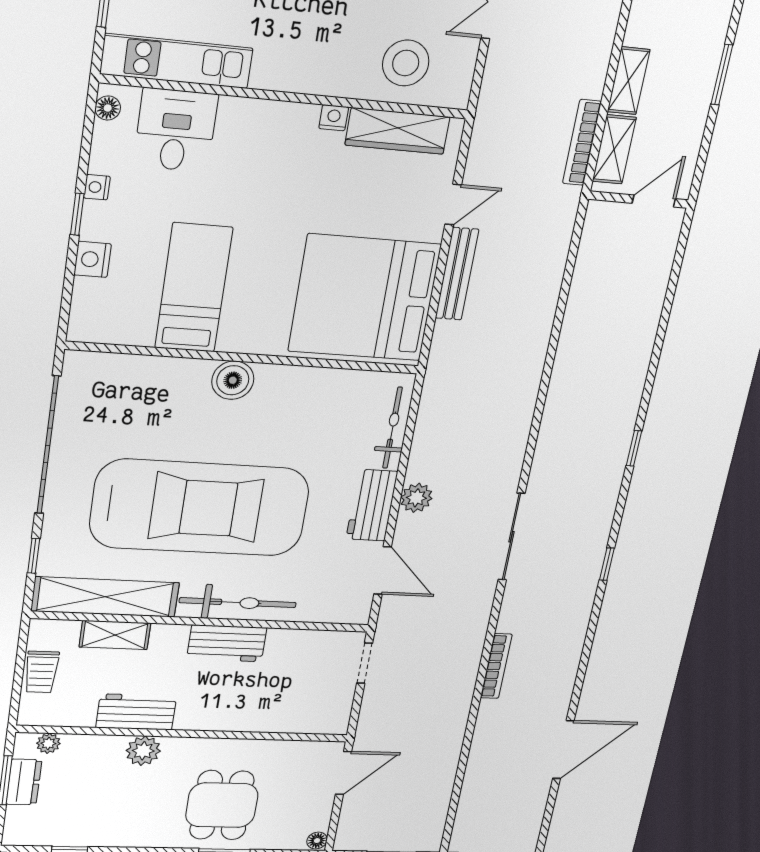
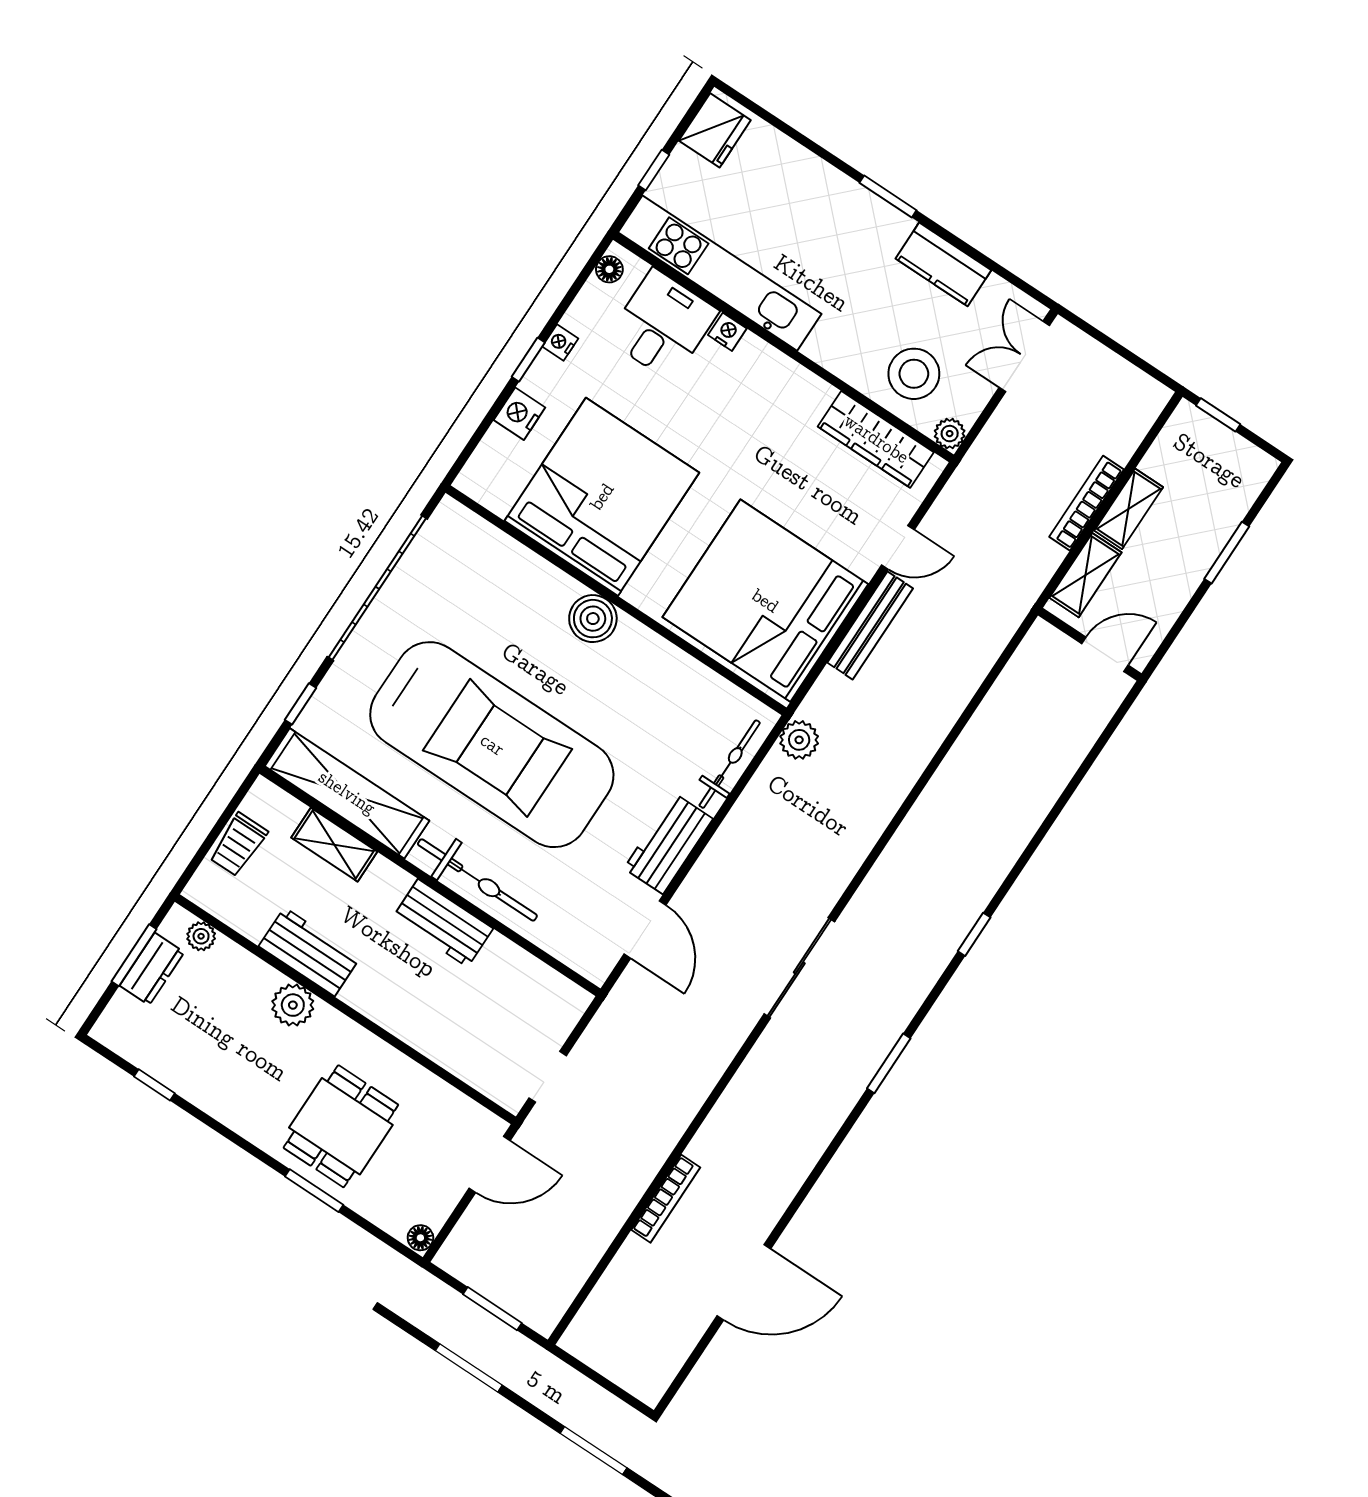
kitchen unit: (177, 61) -> (720, 273), width x1.36
plant: (457, 96) -> (950, 434), added
nightstand: (334, 118) -> (727, 332), moved
bookcase: (582, 143) -> (1086, 503), moved
bed: (194, 288) -> (602, 497), width x2.04
plant: (416, 498) -> (799, 740), moved
window: (607, 564) -> (889, 1063), width x1.50
doorway: (365, 663) -> (548, 1077), moved
bookcase: (496, 666) -> (666, 1199), moved

